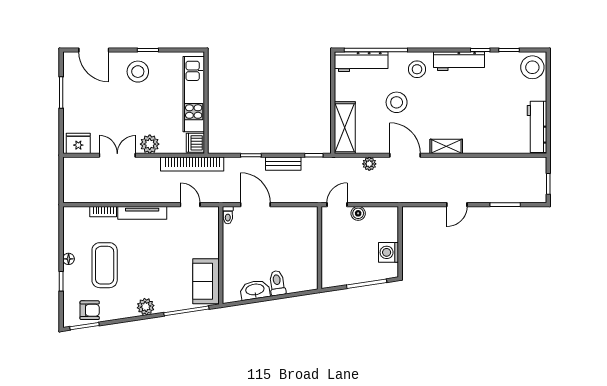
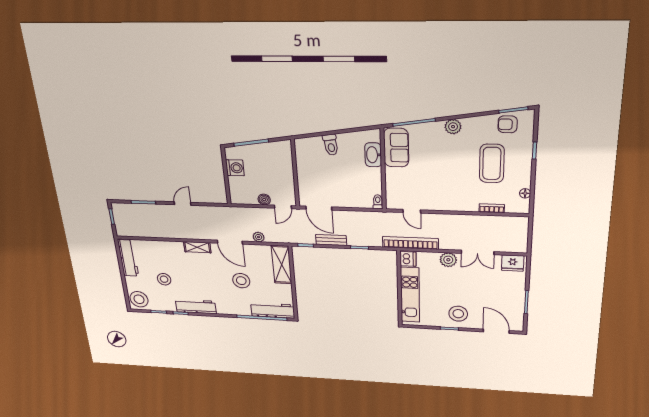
stool: (417, 69) -> (164, 279), moved
door: (255, 205) -> (319, 208), moved
tv unit: (142, 213) -> (456, 206), removed
floor lamp: (69, 259) -> (525, 193), moved
washbasin: (255, 290) -> (373, 155), moved, turned 99

